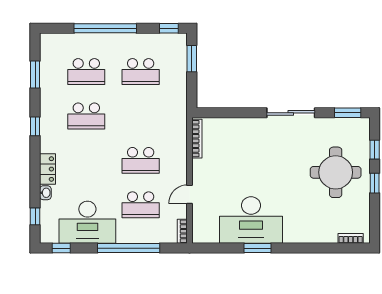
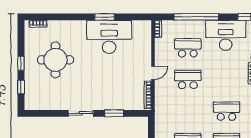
sliding door: (291, 113) -> (81, 113), width x0.73
window: (348, 113) -> (114, 113), moved
round table: (336, 172) -> (55, 60), moved
door: (189, 194) -> (153, 73), moved

